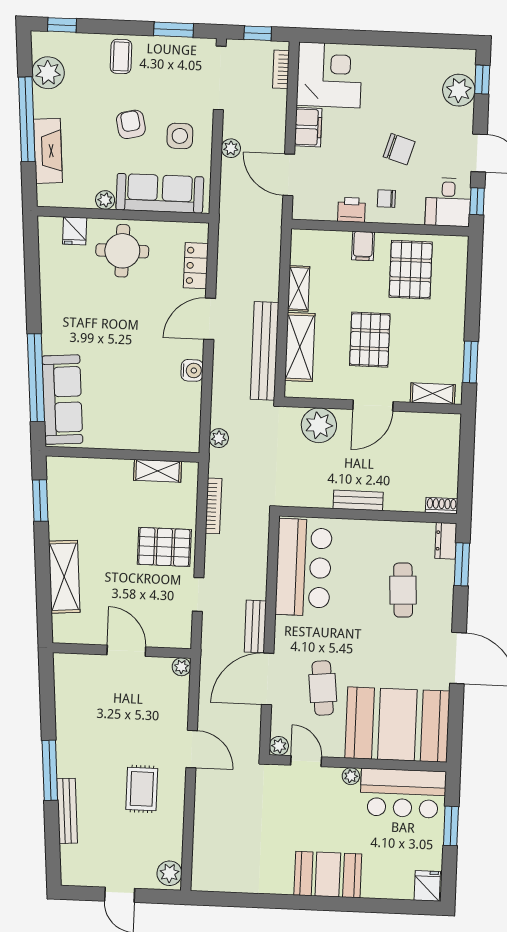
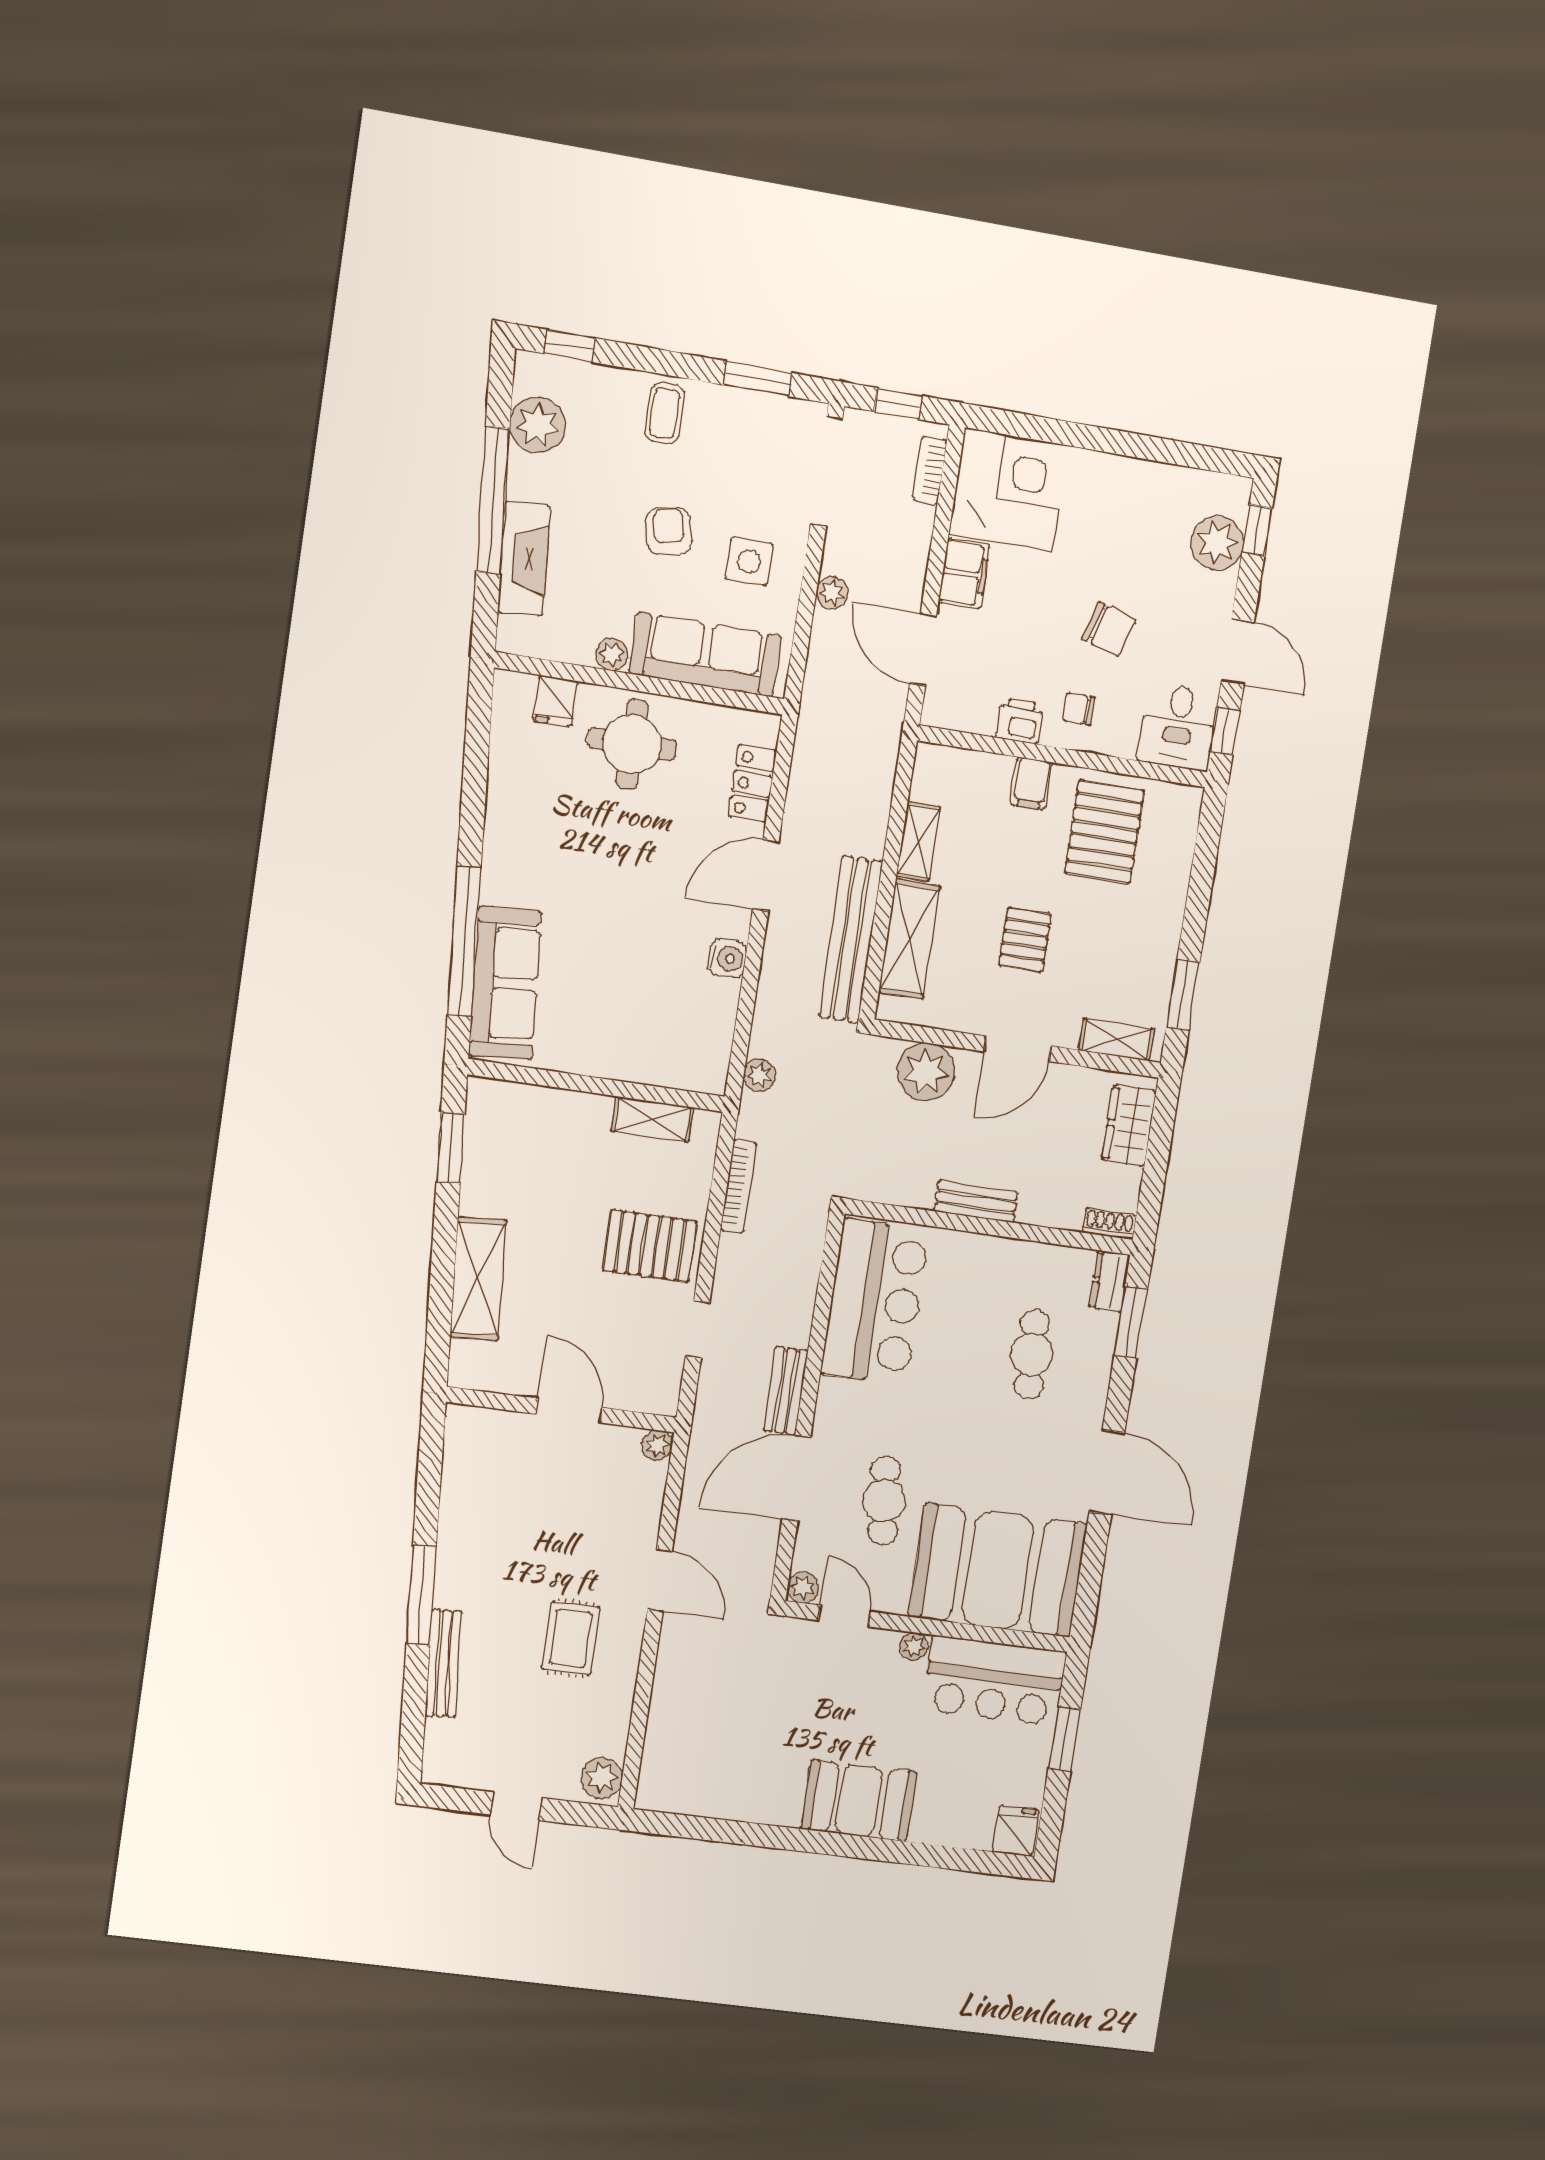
pallet: (370, 340) -> (1025, 940), width x0.67, depth x0.71
wardrobe: (447, 445) -> (1129, 1125), added

